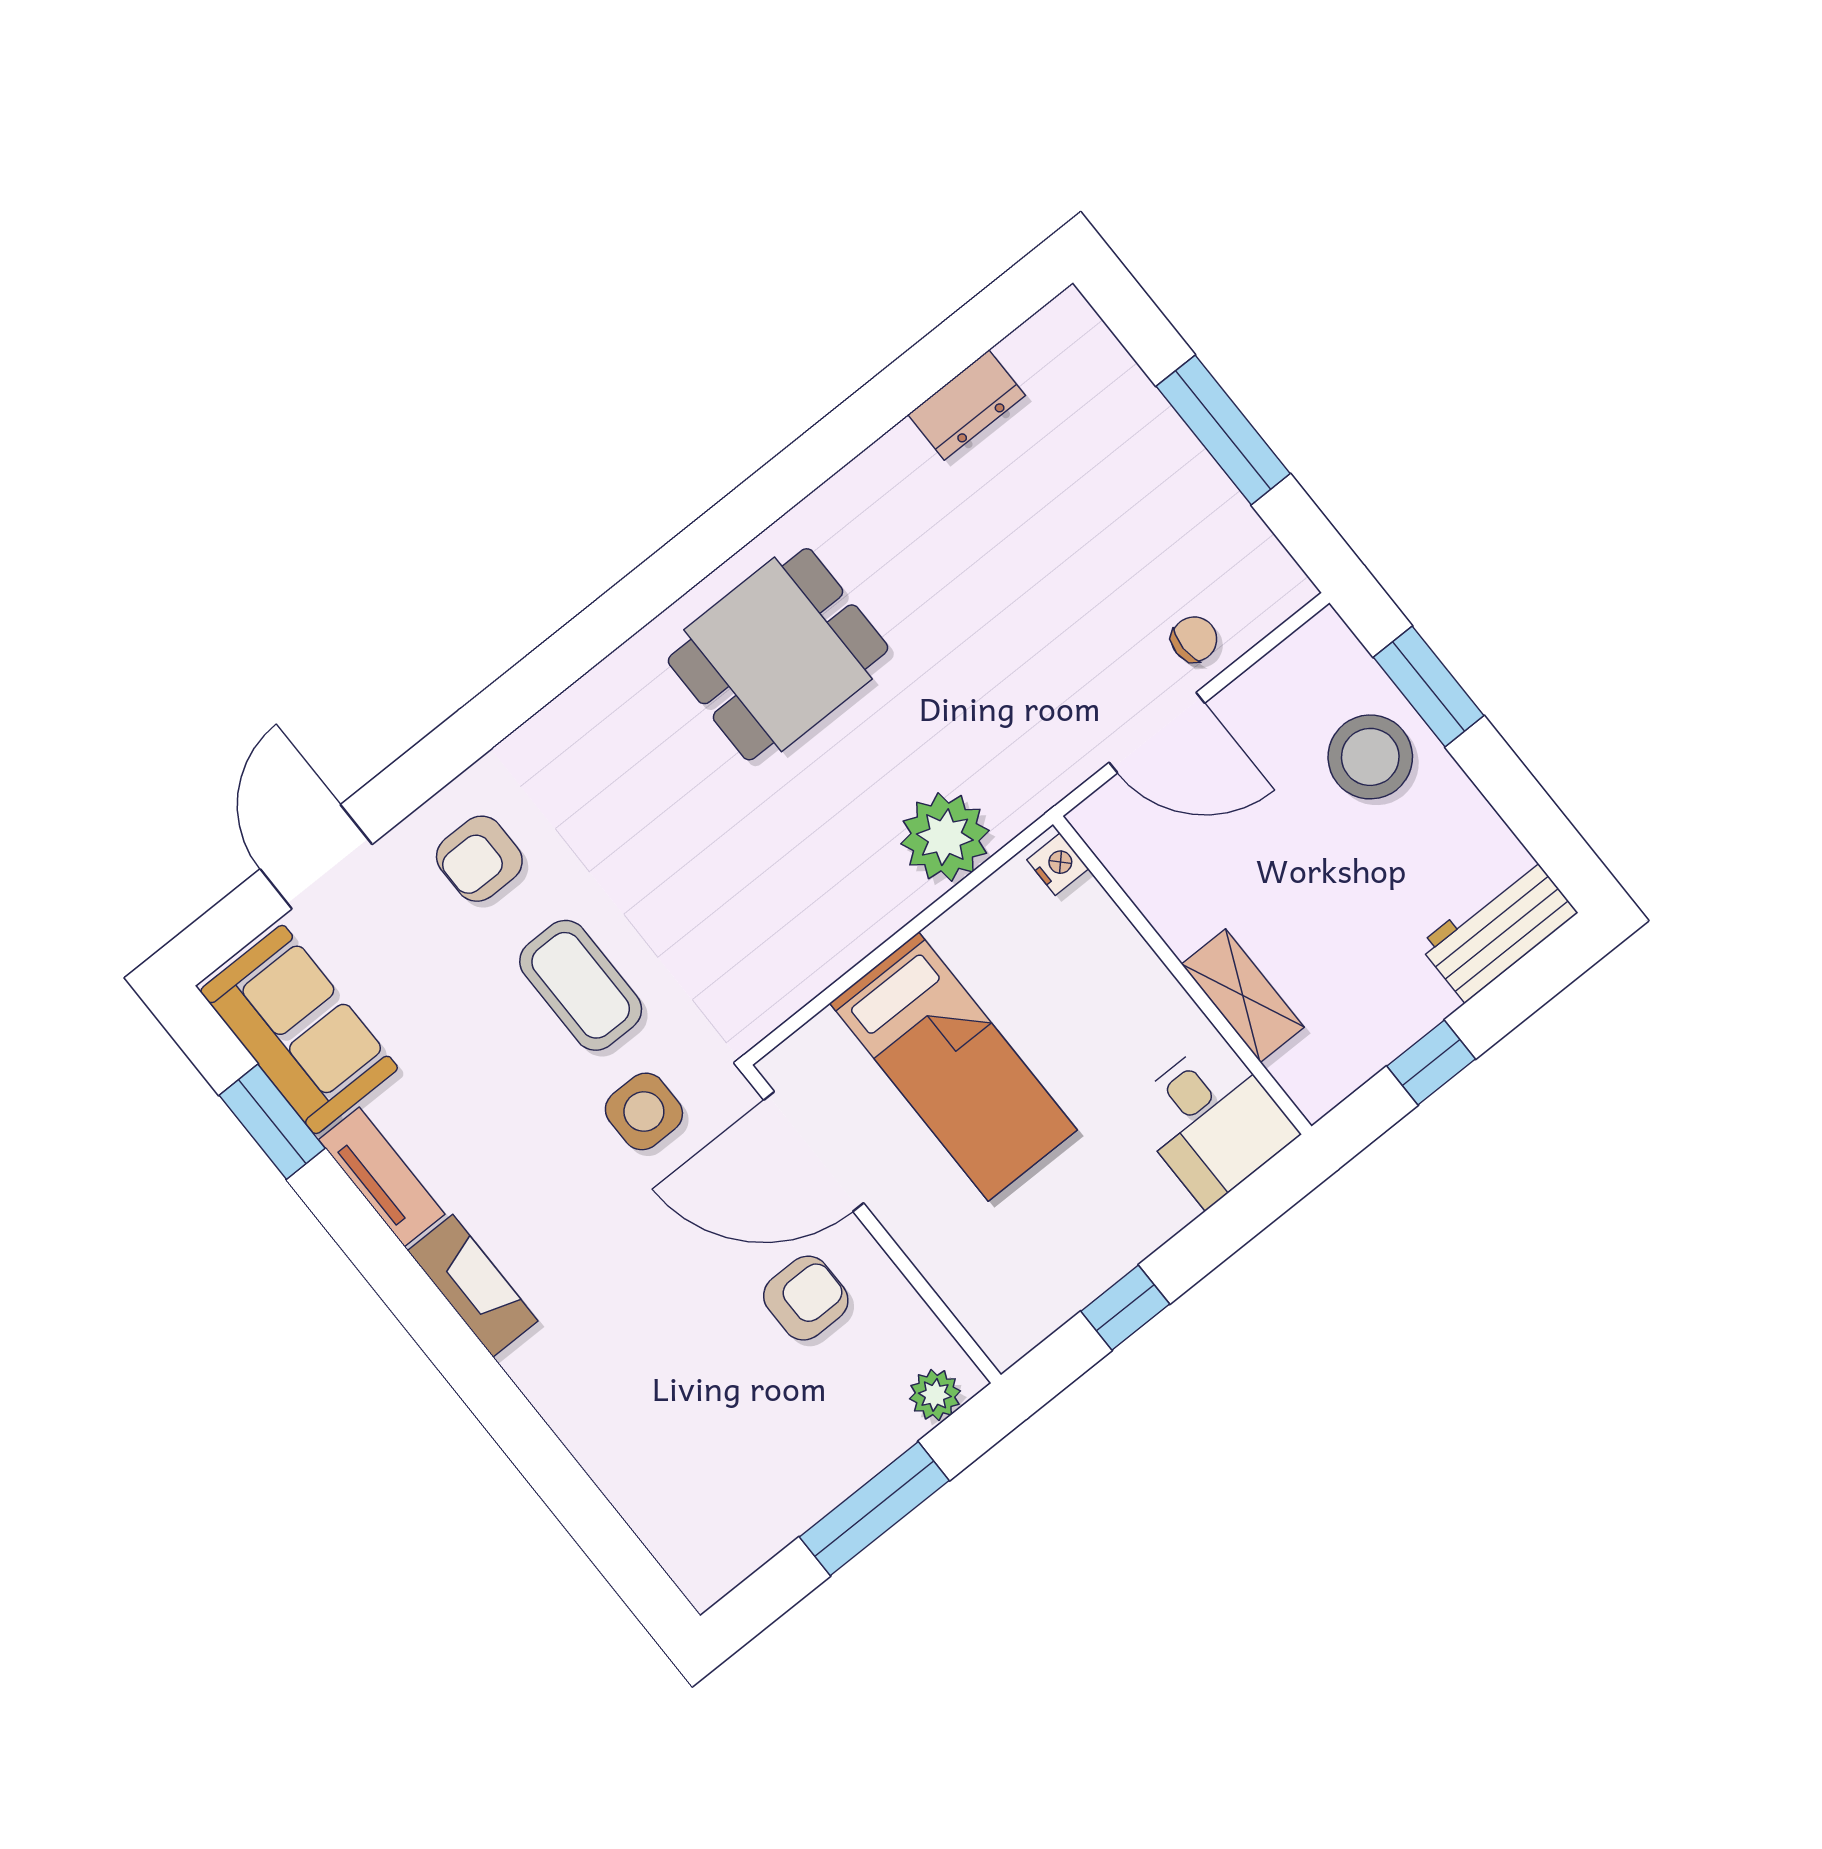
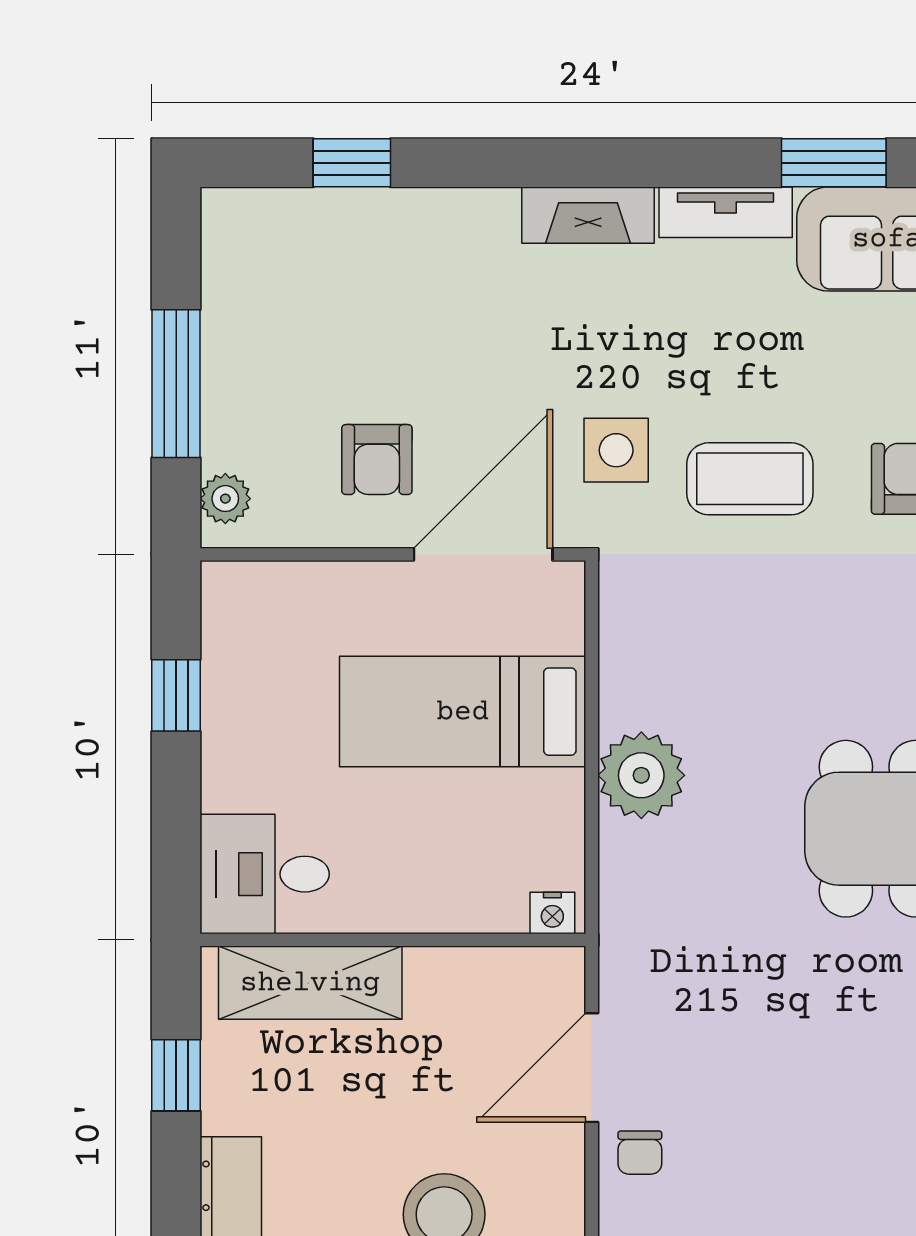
plant: (945, 837) -> (641, 775), moved
shelving: (1243, 996) -> (310, 983), width x1.50, depth x1.33
window: (583, 1510) -> (352, 163), added

